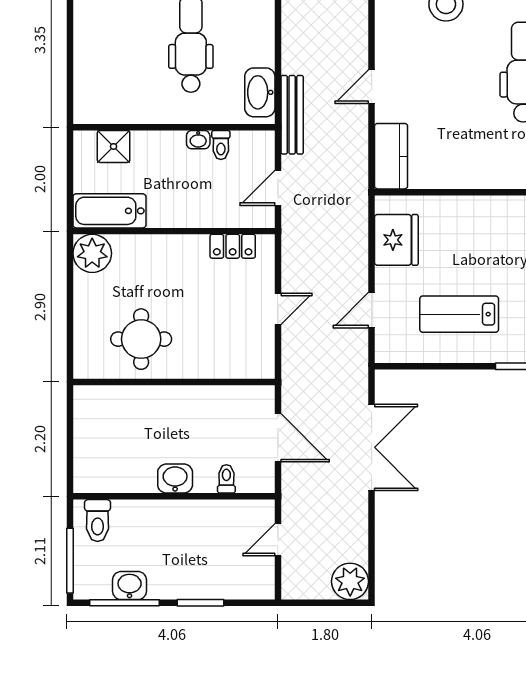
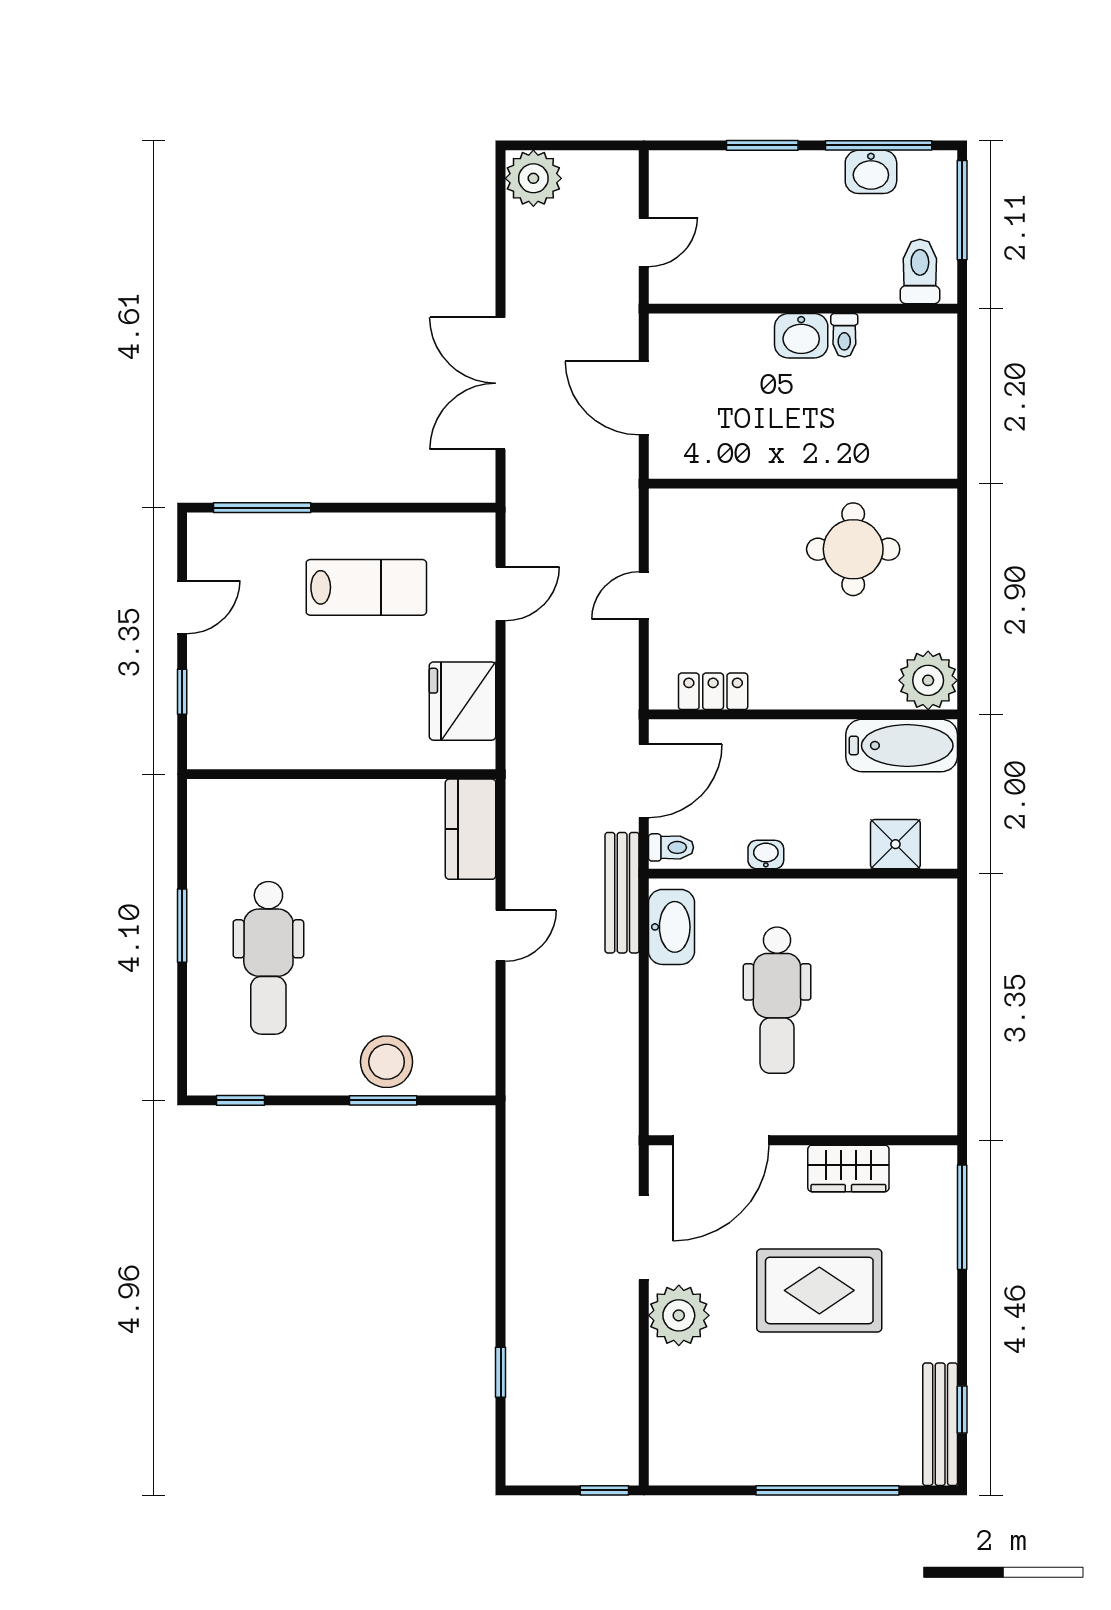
toilet: (221, 145) -> (671, 847), moved, turned 90
door: (278, 188) -> (644, 781), width x1.37
toilet: (226, 479) -> (844, 335), moved

